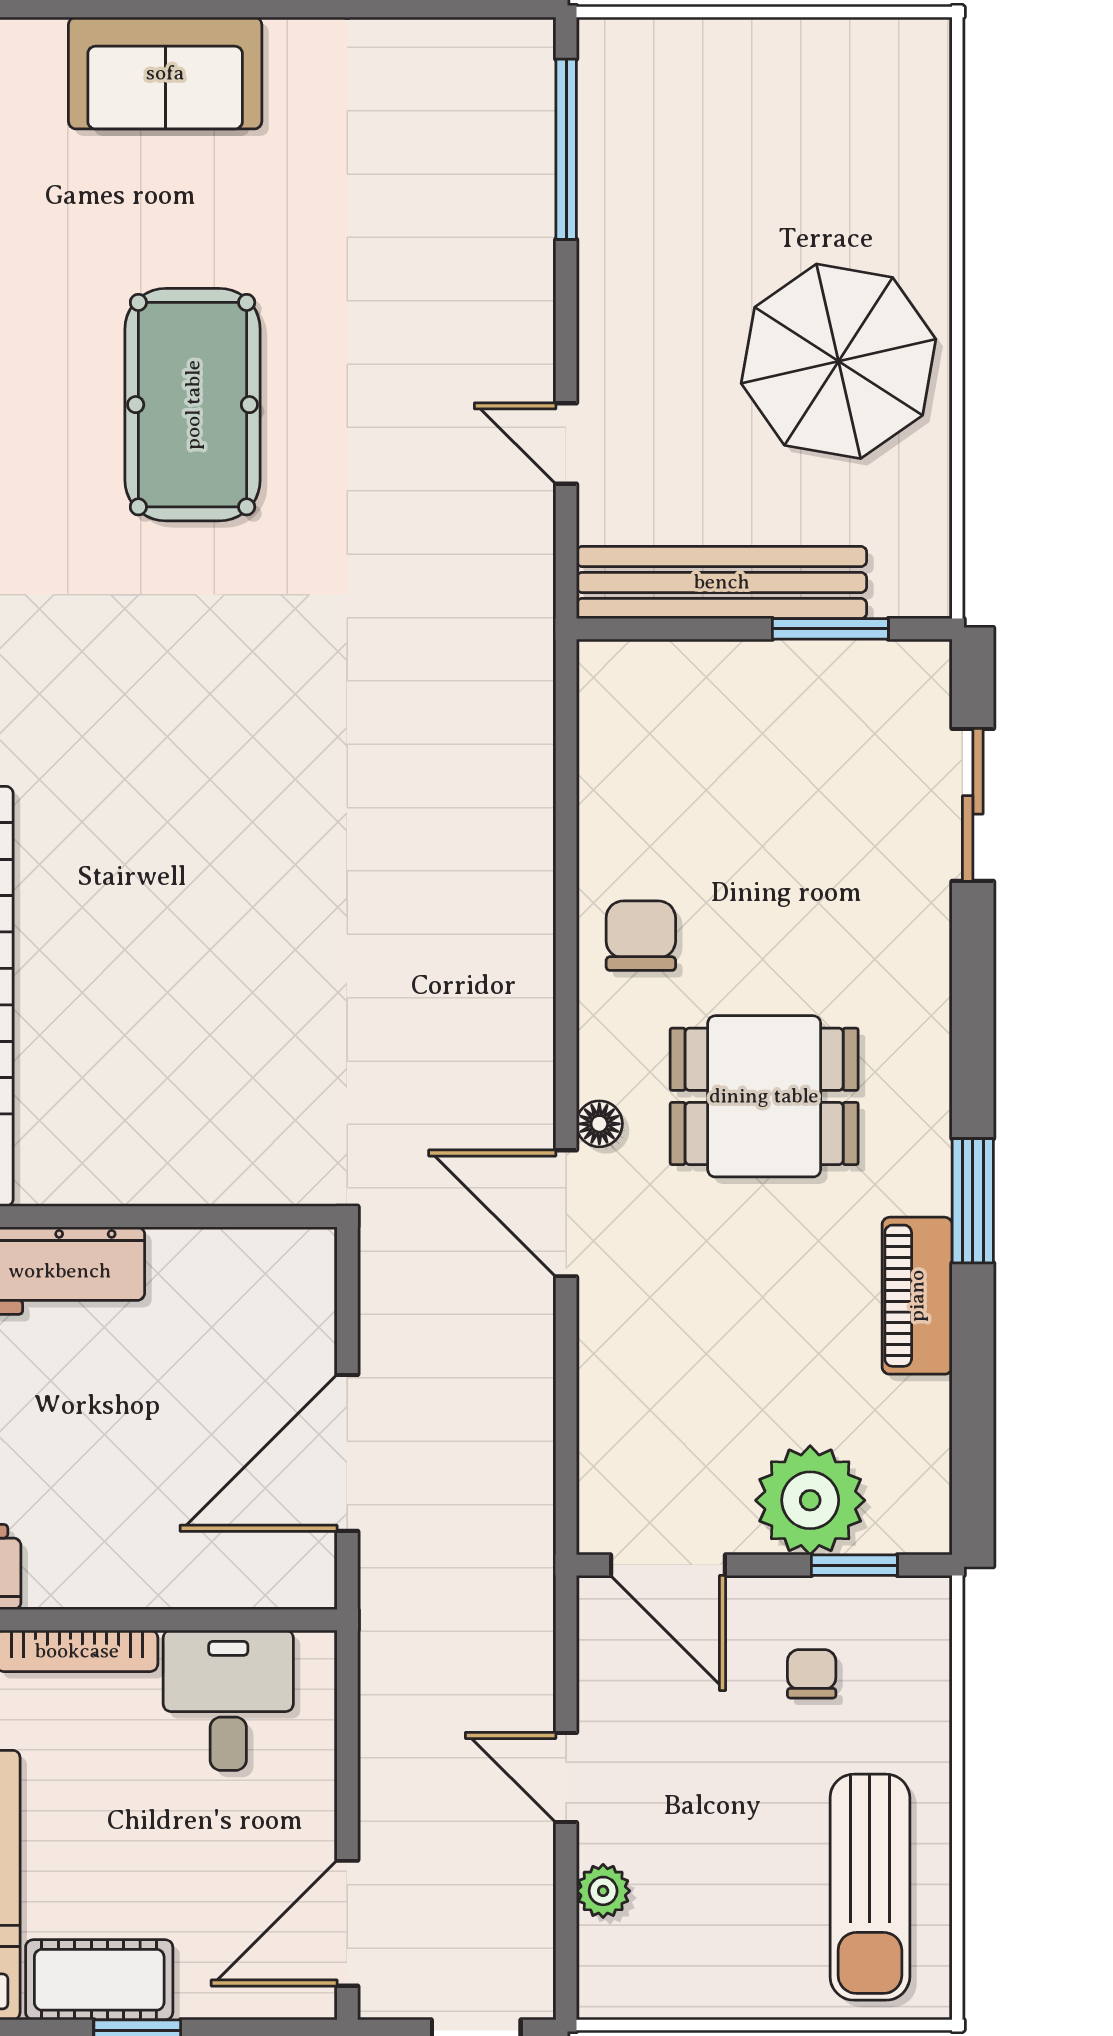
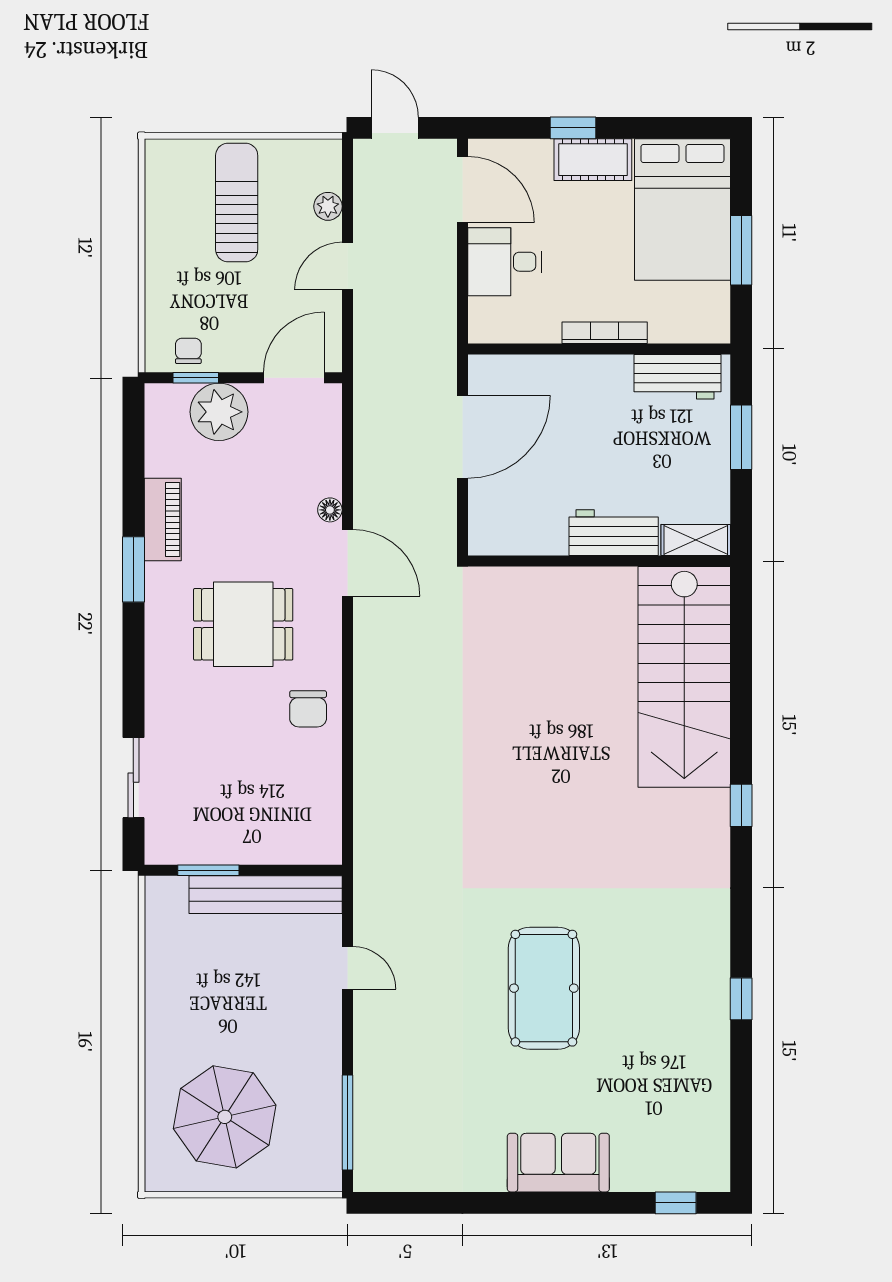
parasol: (839, 361) -> (225, 1117), moved
floor lamp: (599, 1124) -> (330, 510), moved
door: (668, 1565) -> (294, 378), hinge flipped
chair: (812, 1674) -> (188, 351), moved, turned 180
desk: (228, 1700) -> (505, 262), moved, turned 90
door: (566, 1778) -> (347, 266), swing flipped
sun lounger: (870, 1887) -> (237, 202), moved
door: (347, 1923) -> (462, 189), hinge flipped

